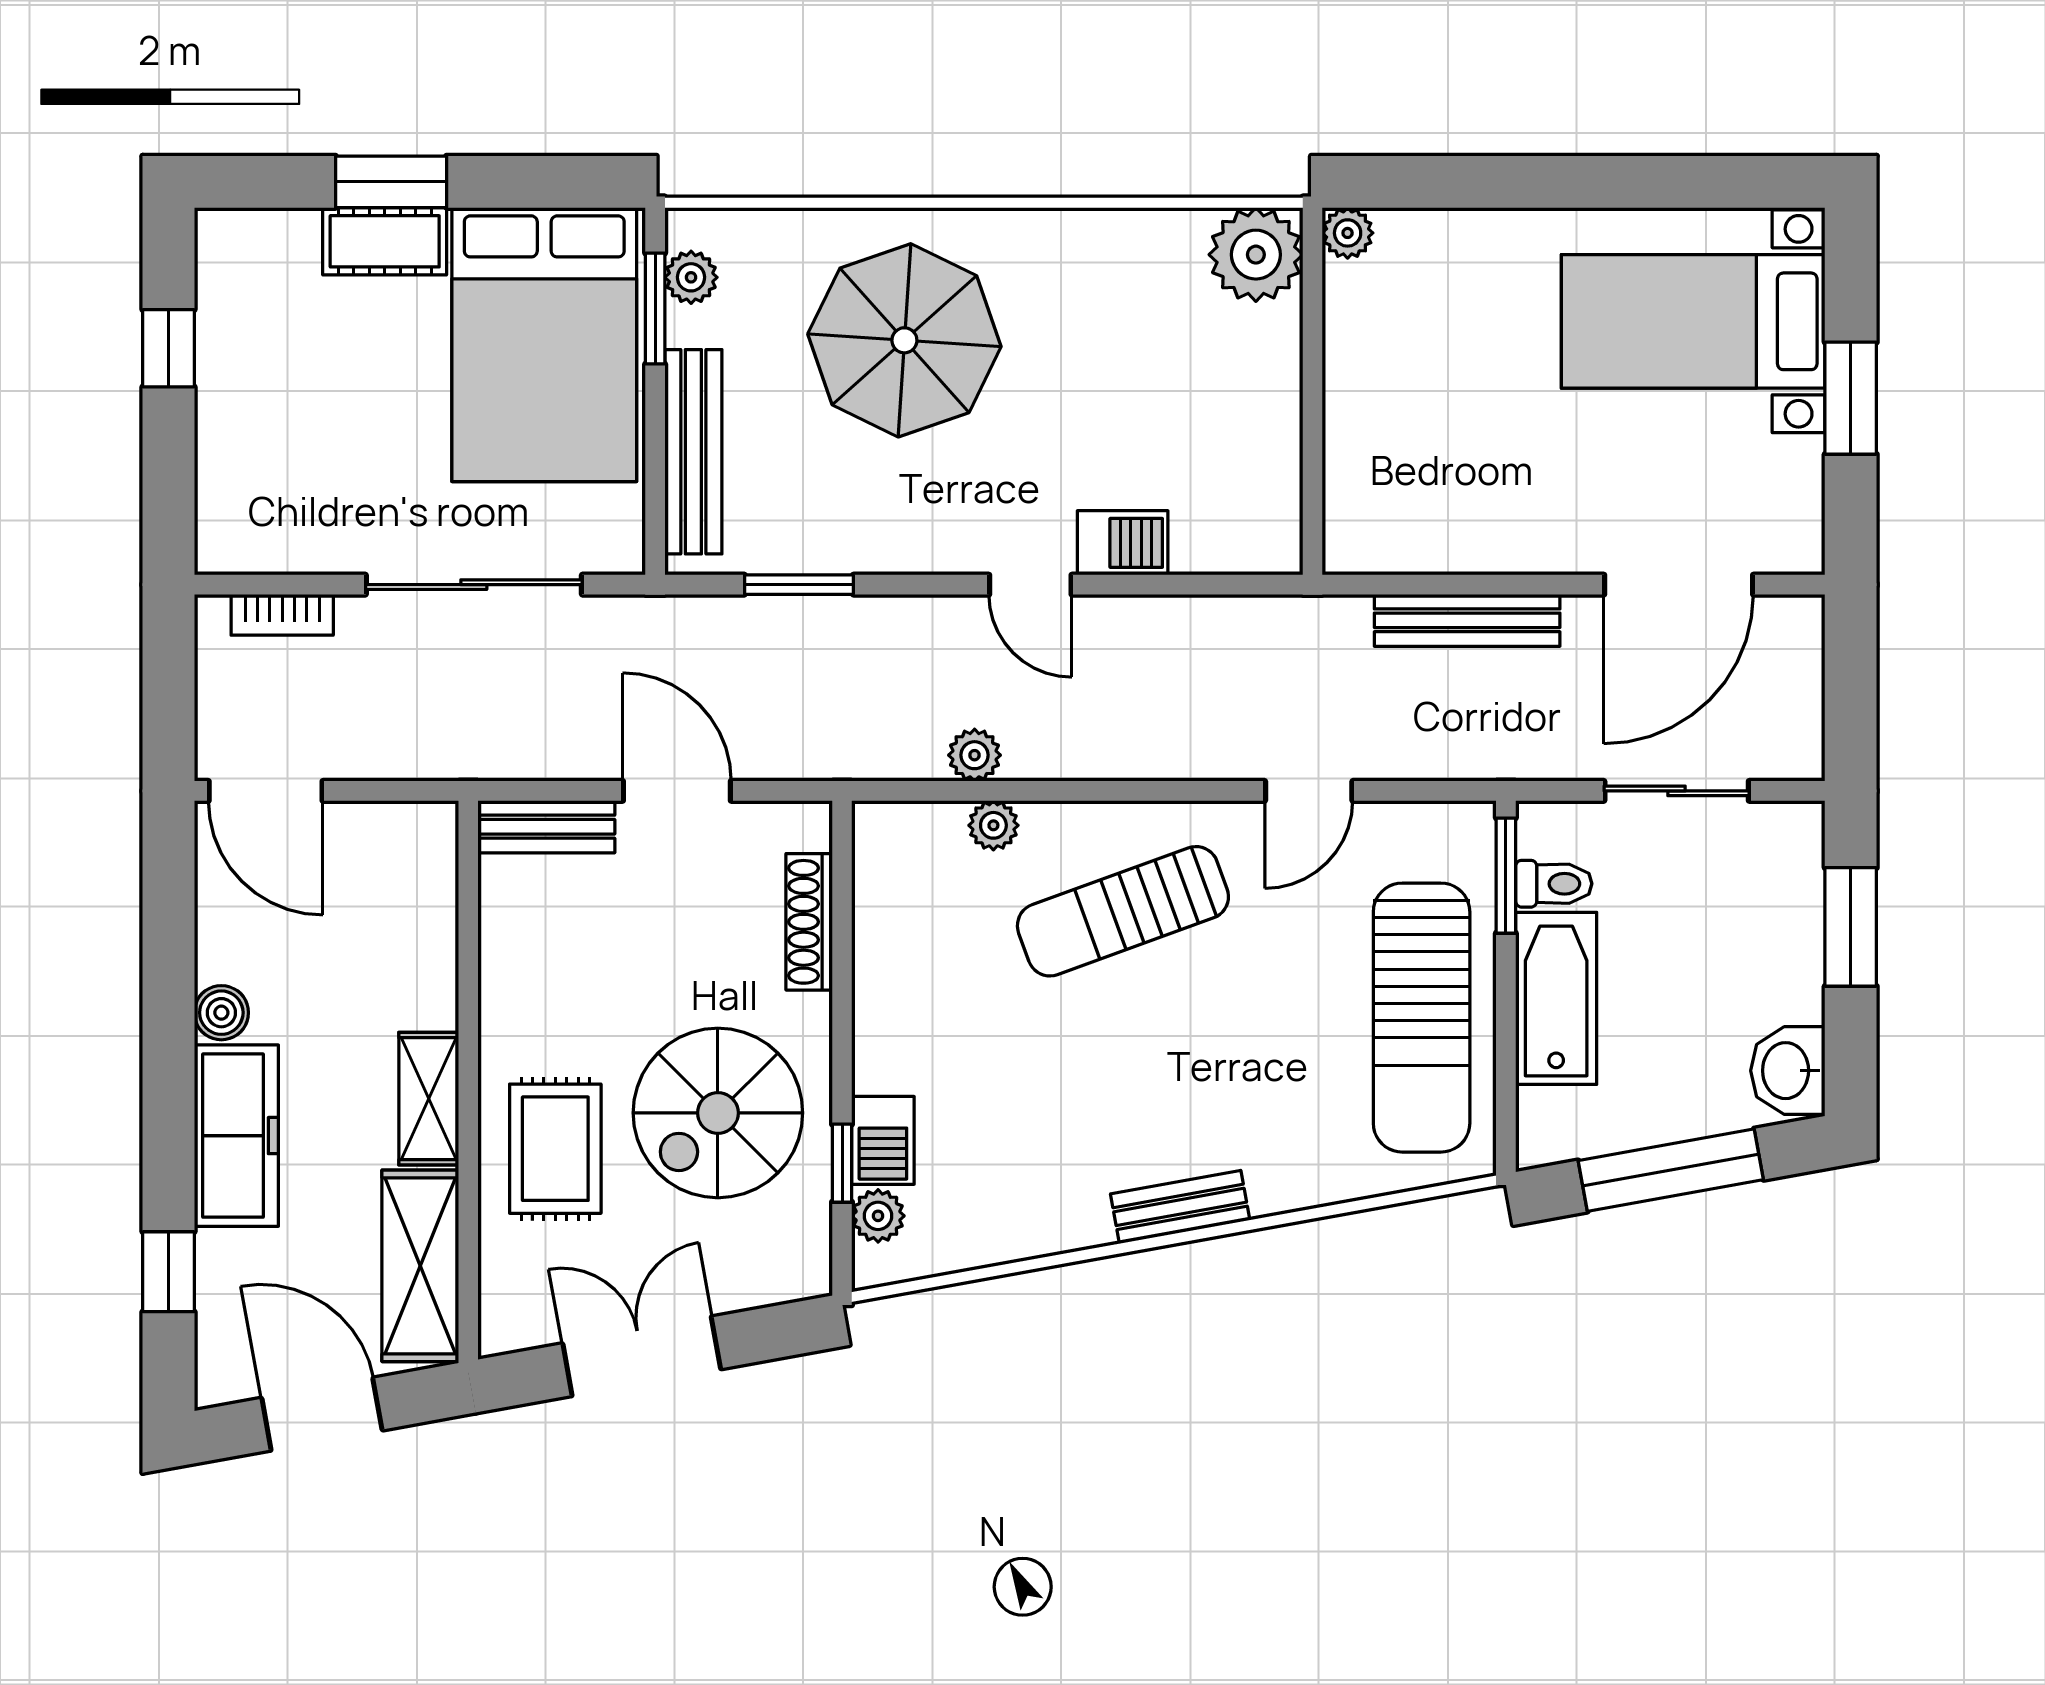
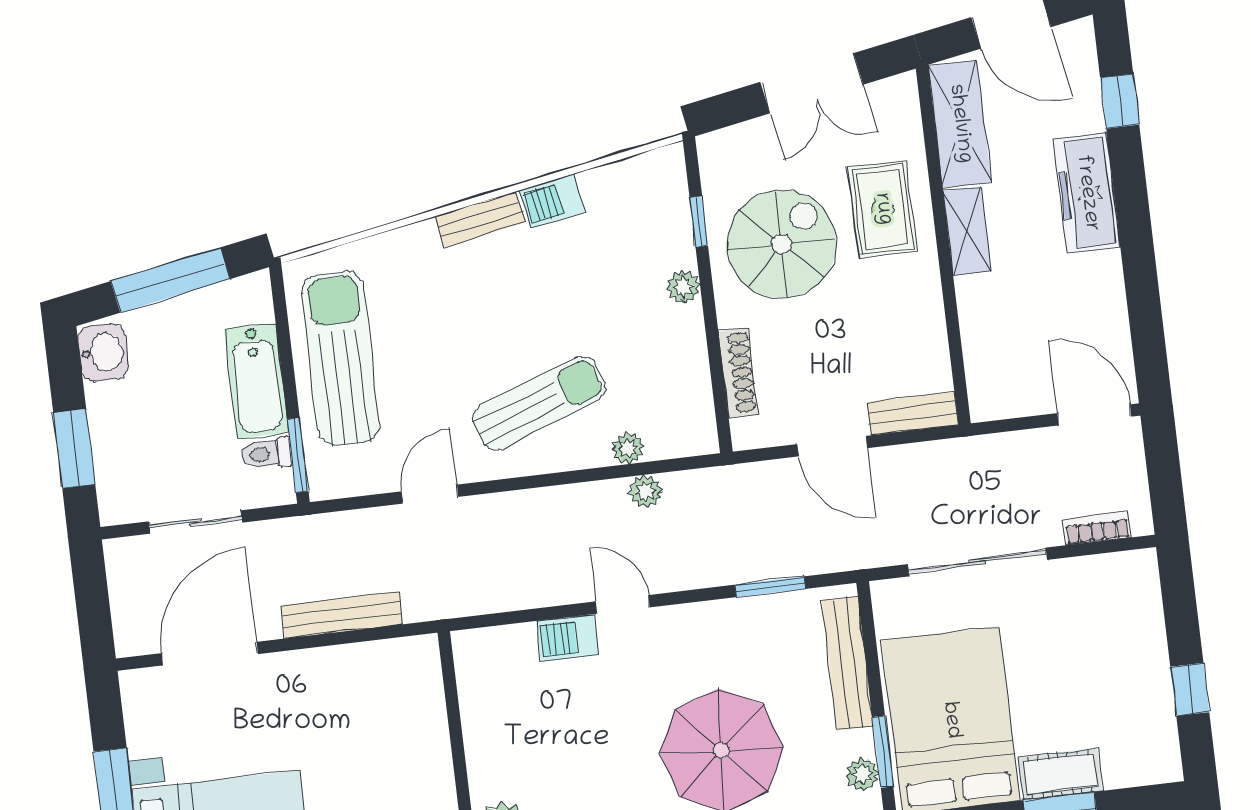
boiler: (221, 1013) -> (1106, 270), removed
barbecue: (883, 1140) -> (552, 201), moved, turned -100
plant: (878, 1216) -> (683, 287), moved

